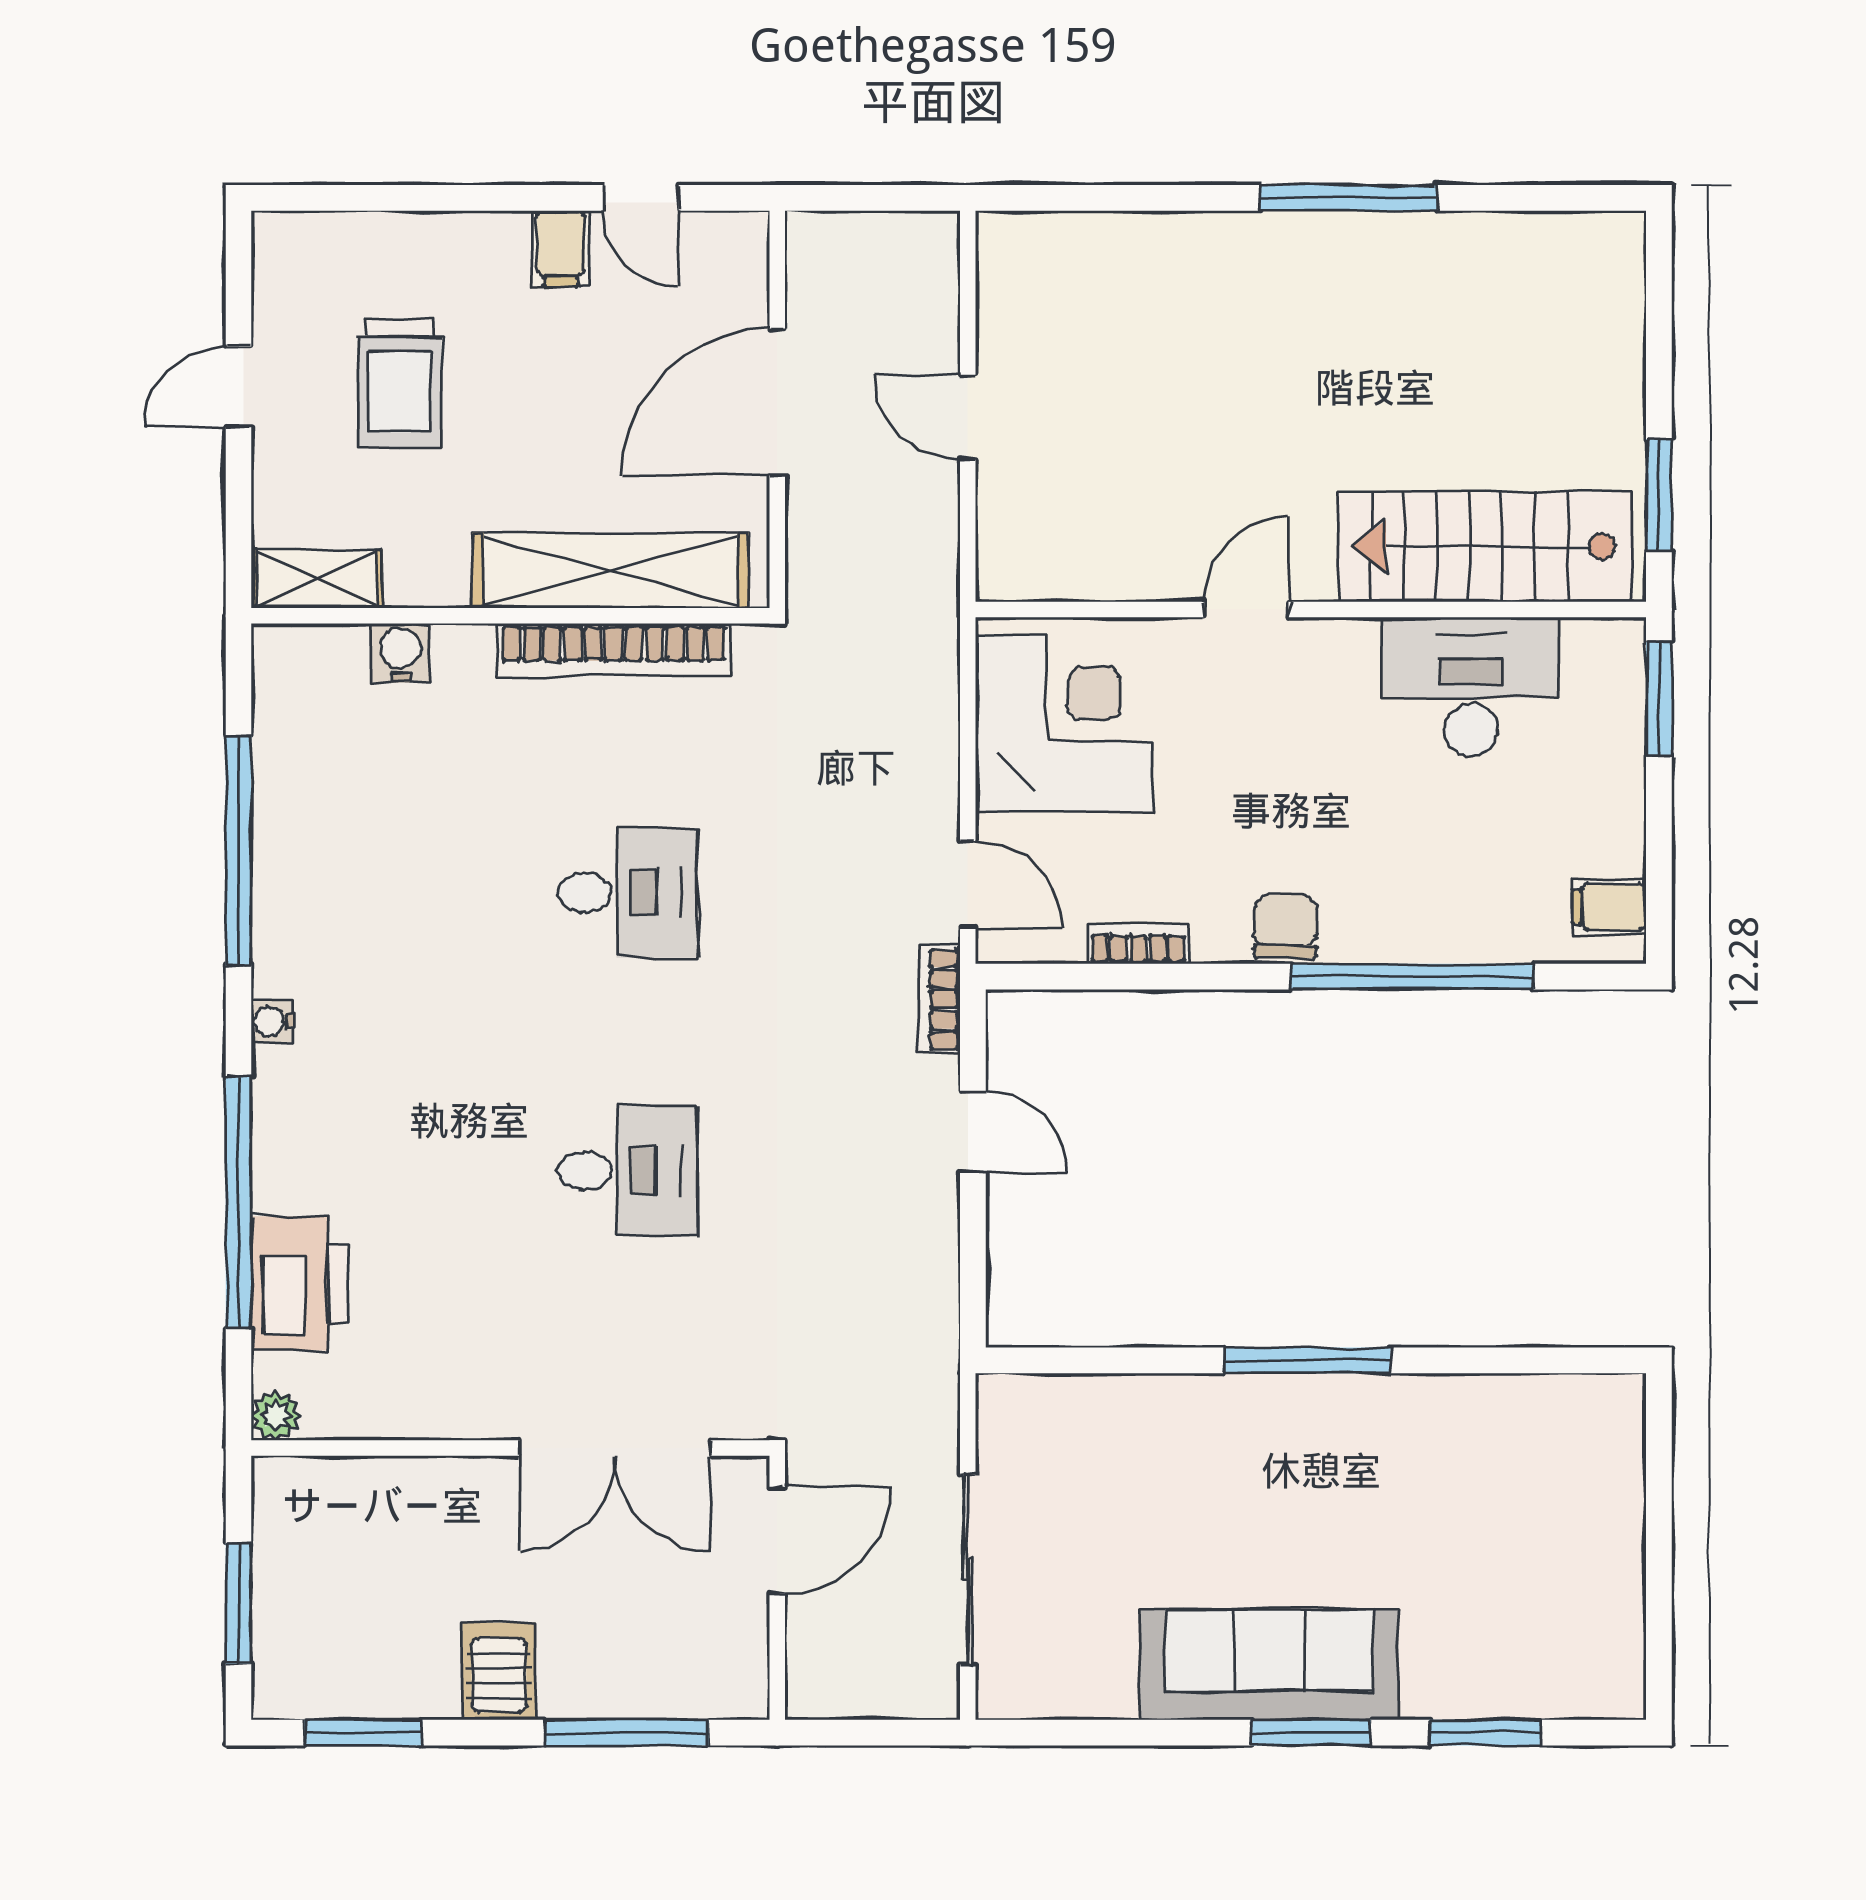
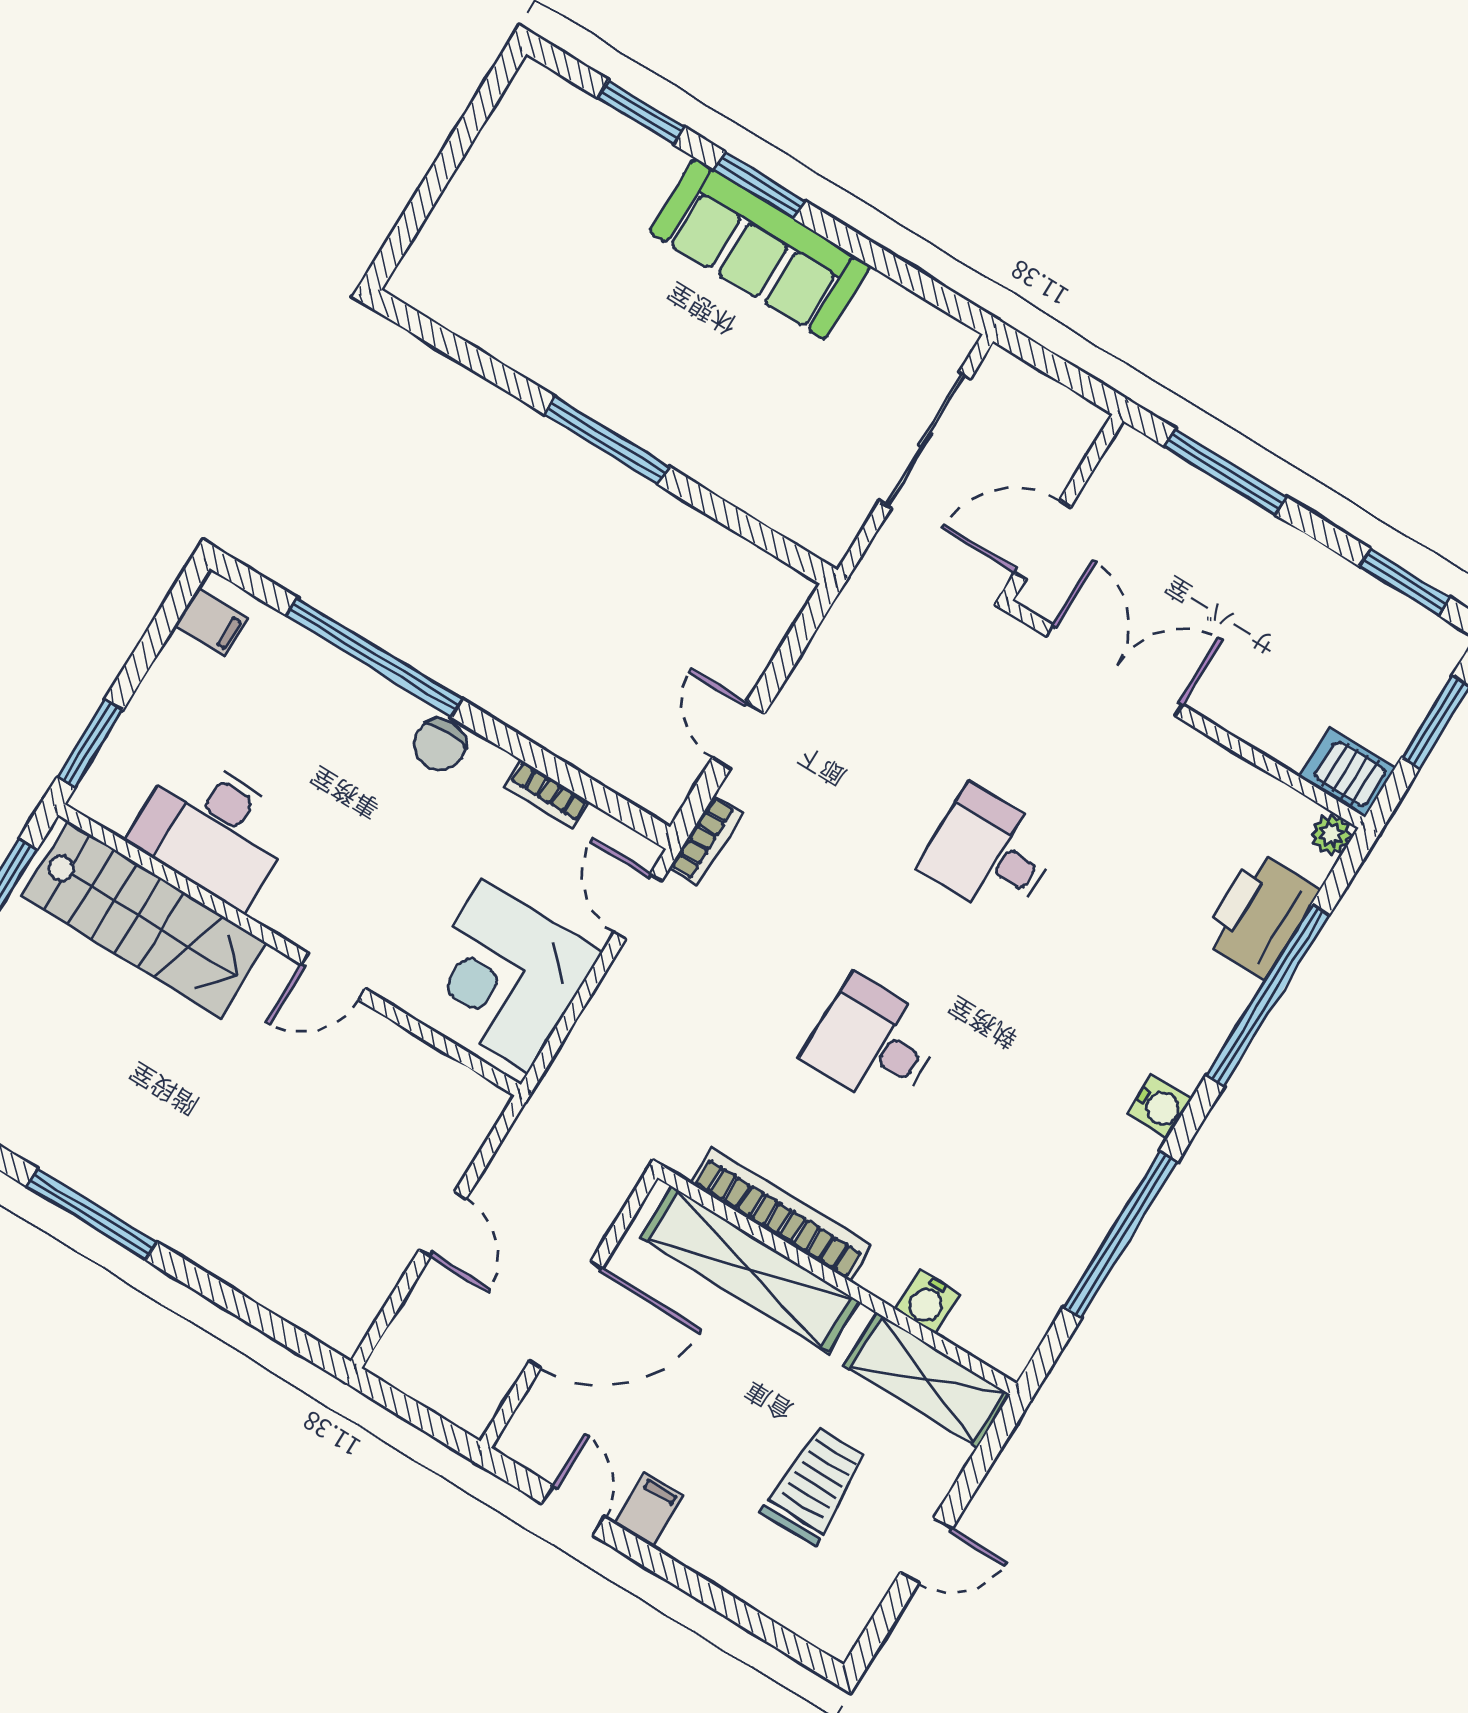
shelving: (317, 579) -> (927, 1380), width x1.50, depth x1.33
water cooler: (272, 1021) -> (1160, 1107), width x1.38, depth x1.38
server rack: (499, 1671) -> (1347, 772), moved, turned 90

